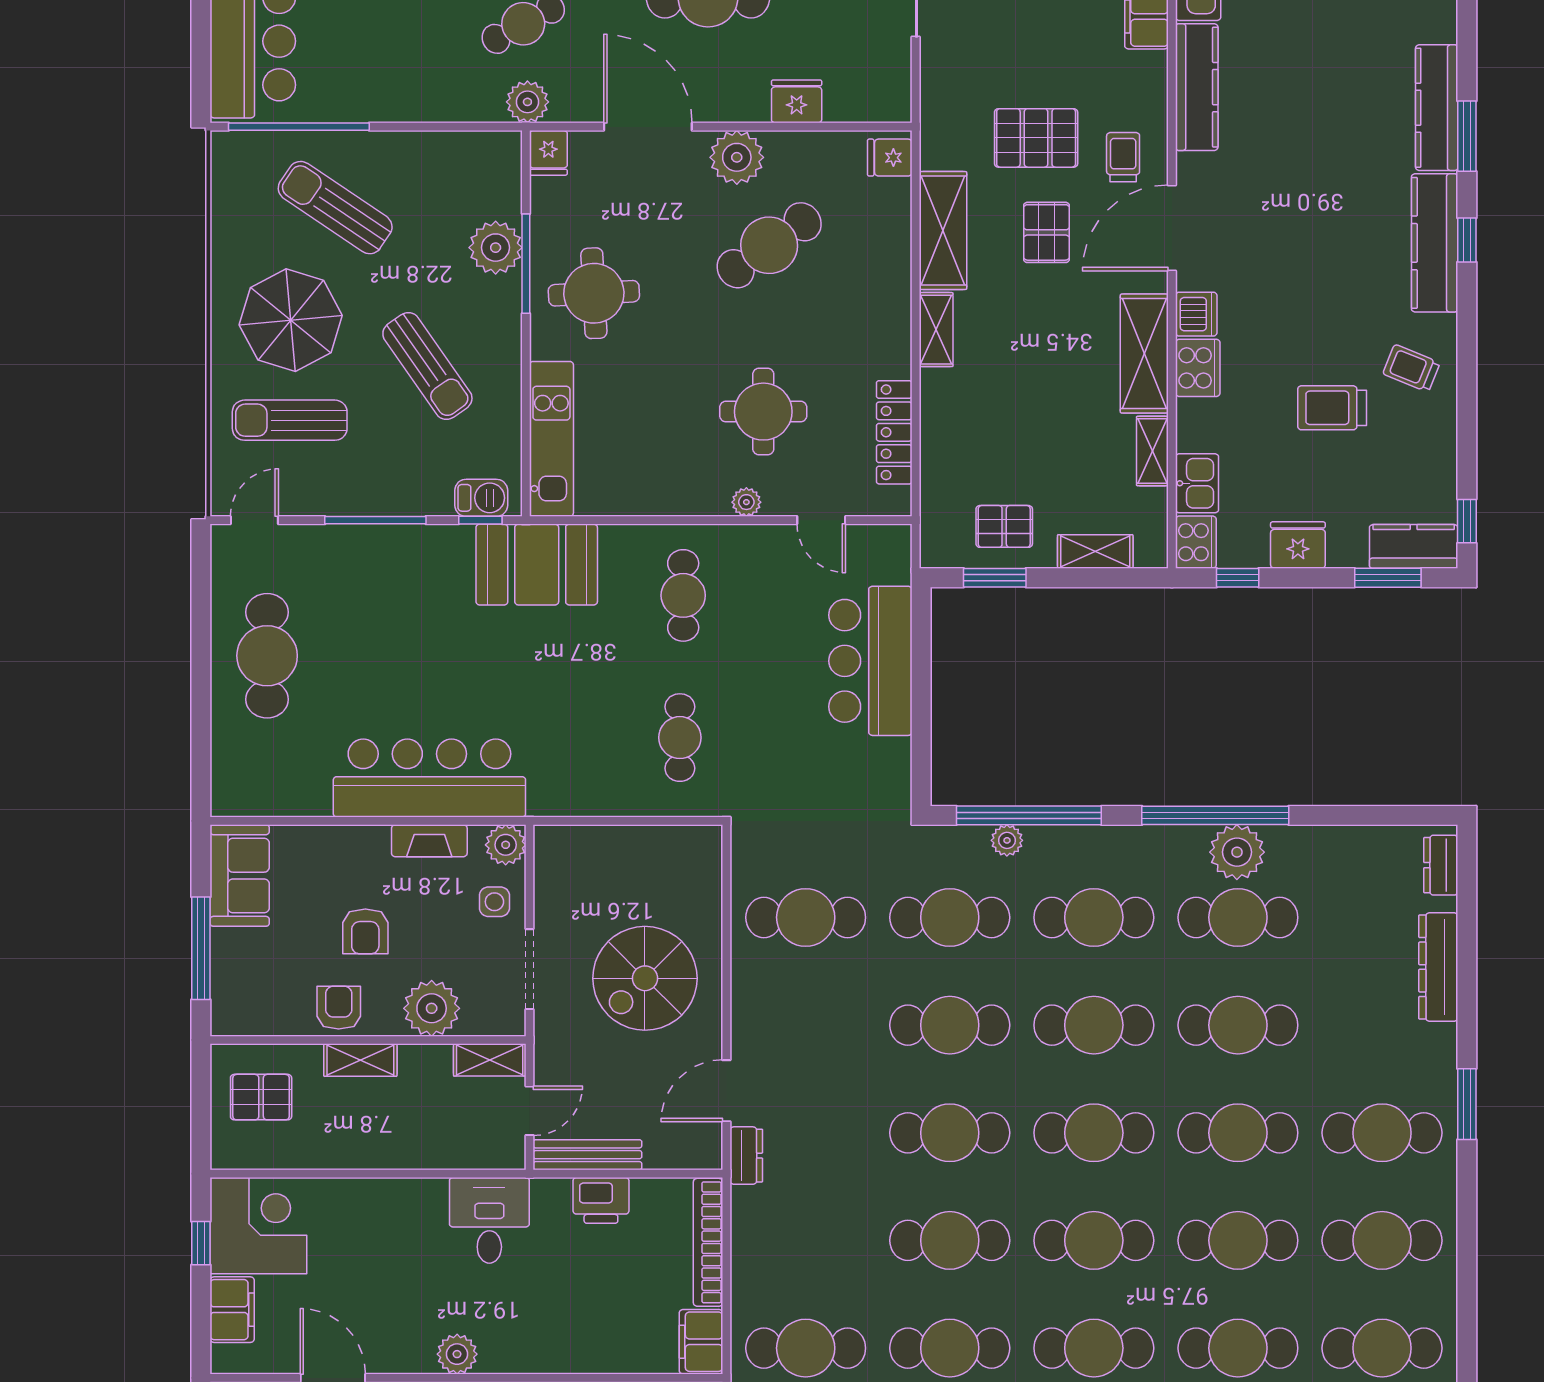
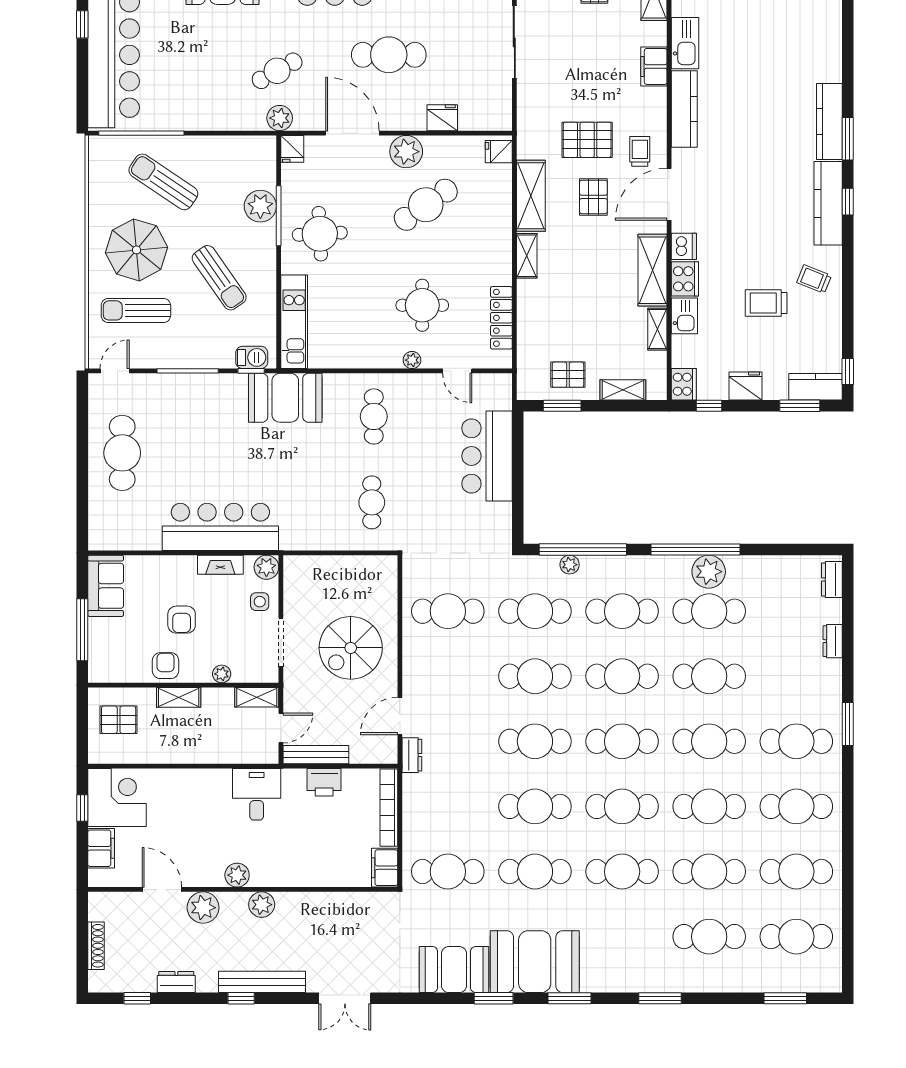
kitchen sink: (1197, 483) -> (684, 316), moved
dresser: (1438, 967) -> (833, 641), width x0.51, depth x0.80
plant: (432, 1008) -> (222, 674), width x0.53, depth x0.53

